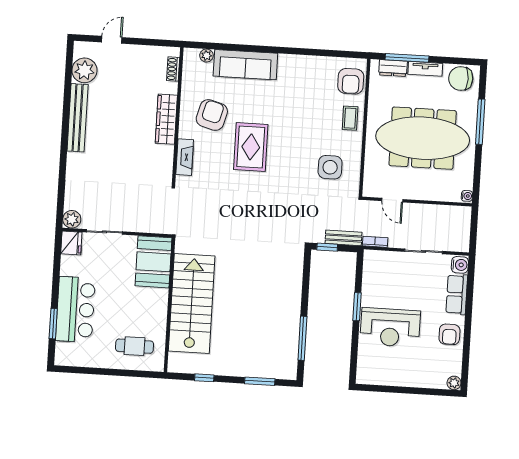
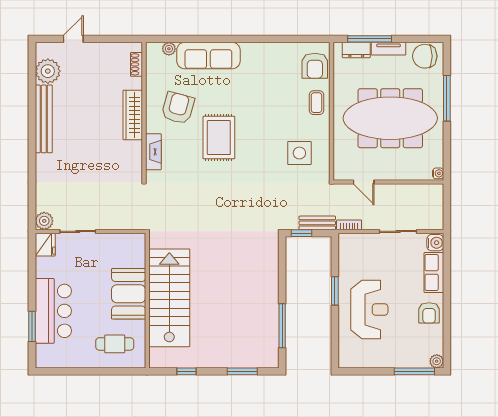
booth: (154, 262) -> (129, 294), moved
reception desk: (390, 327) -> (369, 310), turned -90
window: (431, 392) -> (414, 371), added

